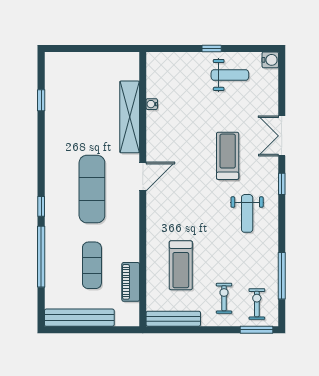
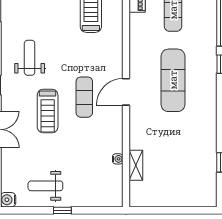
shelving: (130, 117) -> (136, 165), width x0.45, depth x0.75
exercise mat: (188, 171) -> (84, 97), added

